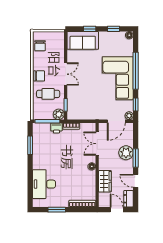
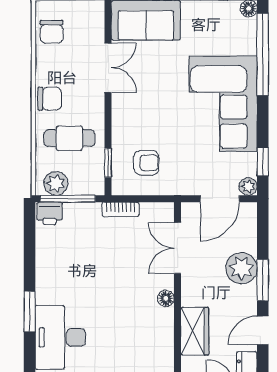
window: (136, 71) -> (263, 54), moved
double door: (66, 74) -> (108, 68), moved
armchair: (83, 105) -> (146, 163), added
plant: (59, 114) -> (56, 183), moved
printer: (56, 128) -> (50, 213), moved
window: (30, 145) -> (30, 312), moved
door: (136, 181) -> (263, 330), hinge flipped

